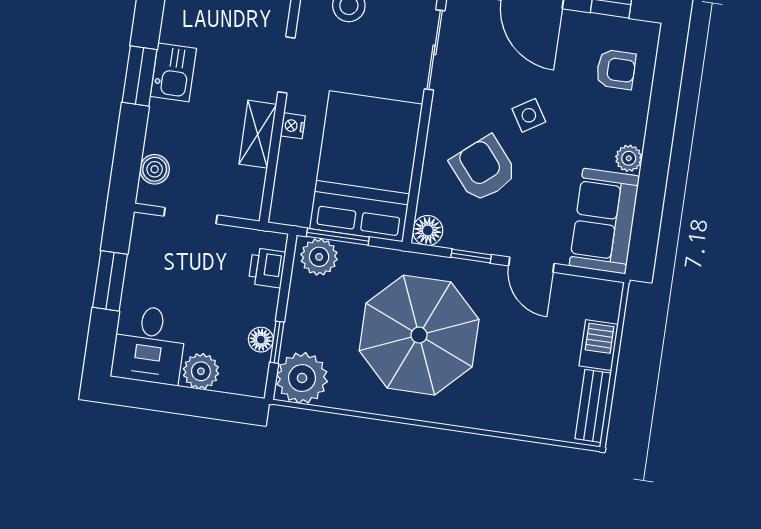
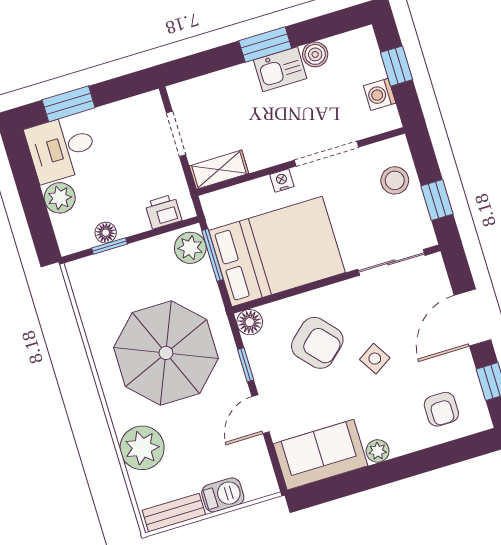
doorway: (286, 65) -> (326, 154), width x1.38
shelving: (258, 134) -> (219, 170), moved
boiler: (155, 169) -> (315, 54), moved
armchair: (484, 169) -> (317, 343), turned 88
window: (110, 281) -> (69, 104), moved
plant: (302, 378) -> (142, 448), moved

